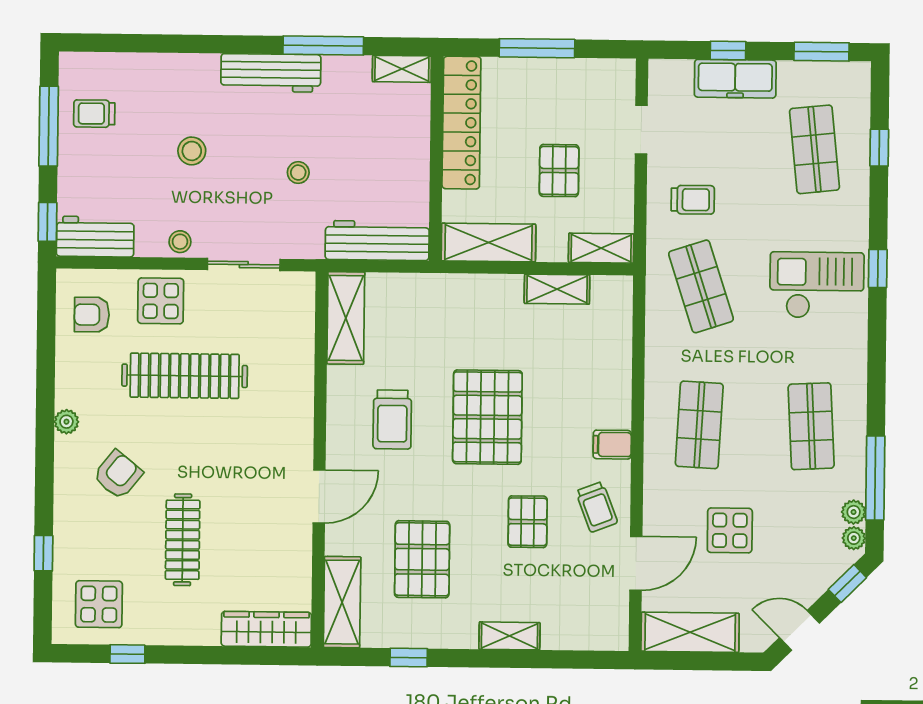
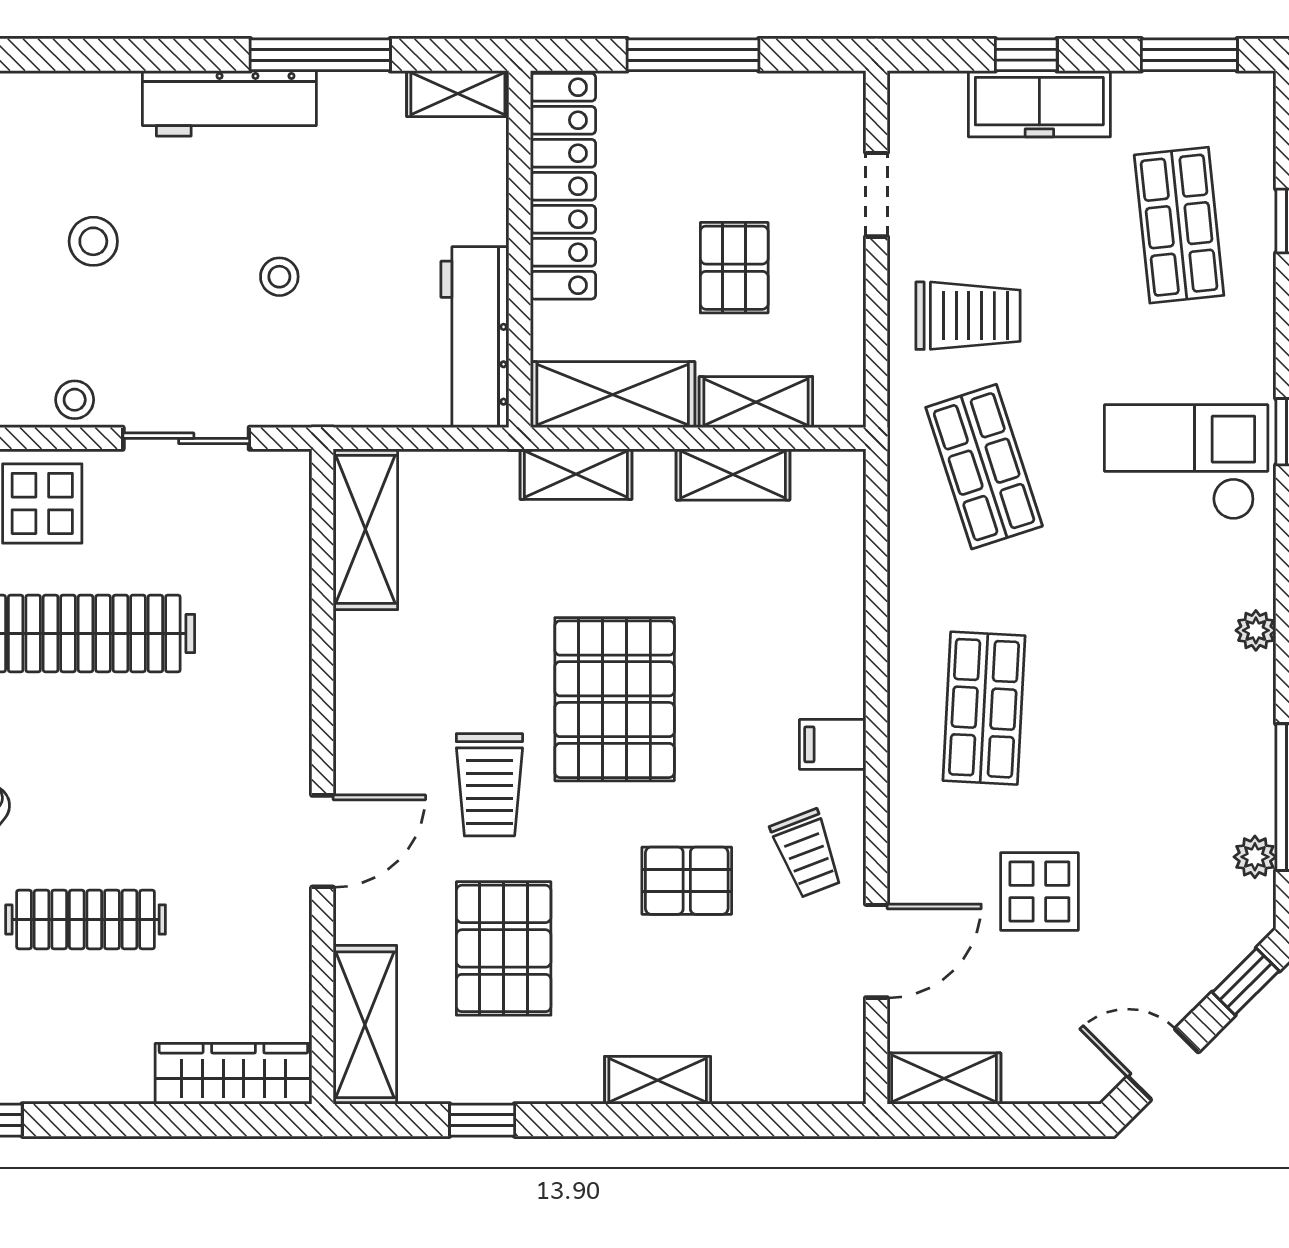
trolley: (693, 200) -> (968, 316), width x1.36, depth x1.39
workbench: (377, 241) -> (475, 337), moved, turned -90
shelving: (601, 248) -> (756, 402), moved
shelving: (467, 288) -> (576, 474), added
trolley: (392, 420) -> (489, 785), moved
shop shelf: (811, 426) -> (1179, 708), removed
pallet: (528, 522) -> (687, 881), turned 90
plant: (854, 538) -> (1256, 630), moved
clothes rail: (183, 540) -> (86, 919), turned 90
shelving: (690, 632) -> (944, 1078), width x0.67, depth x0.75

